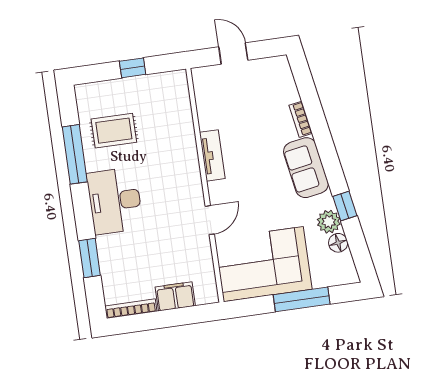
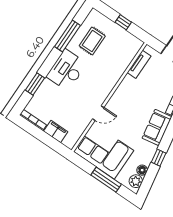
rug: (114, 131) -> (92, 41), turned 90
tv unit: (212, 155) -> (139, 64), moved
plant: (329, 222) -> (136, 181), moved

